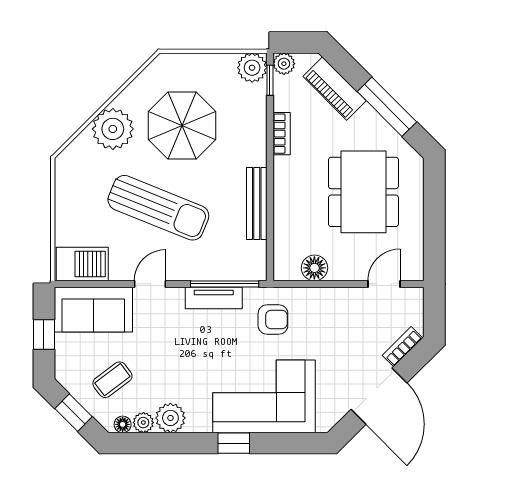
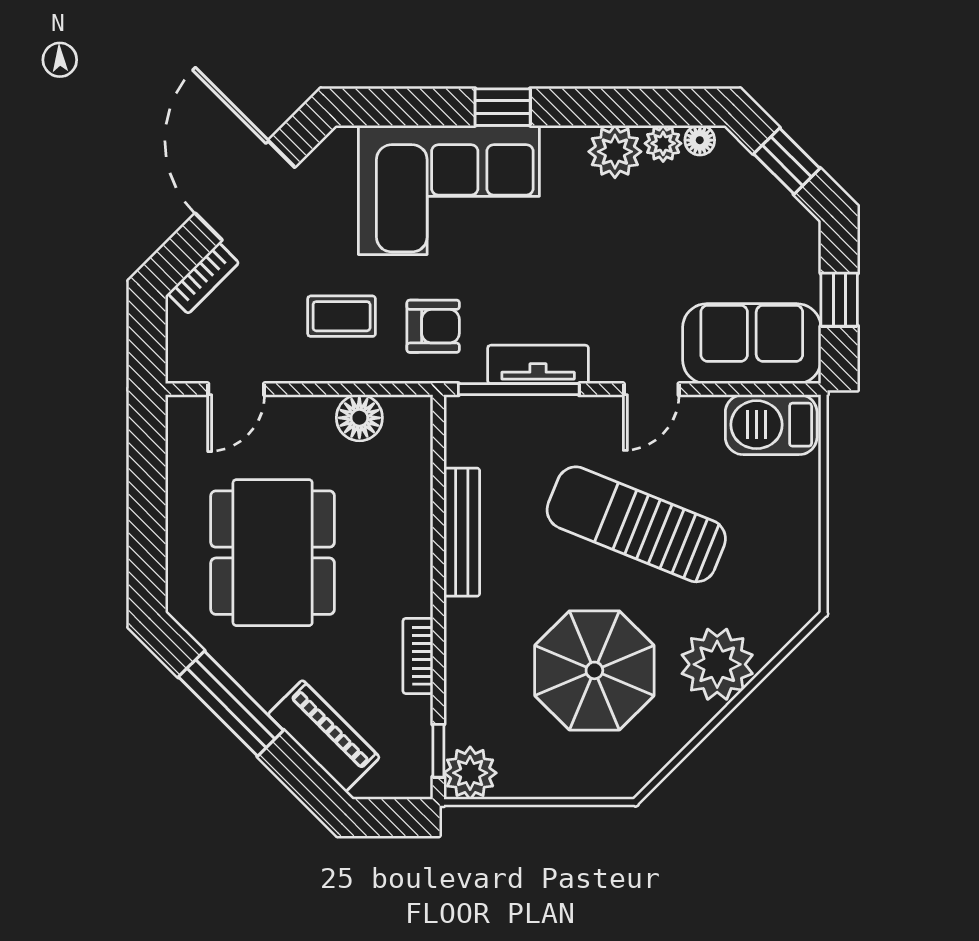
plant: (284, 64) -> (414, 780), removed
armchair: (273, 320) -> (433, 326), turned 180
coffee table: (112, 380) -> (342, 316), moved, turned 37

